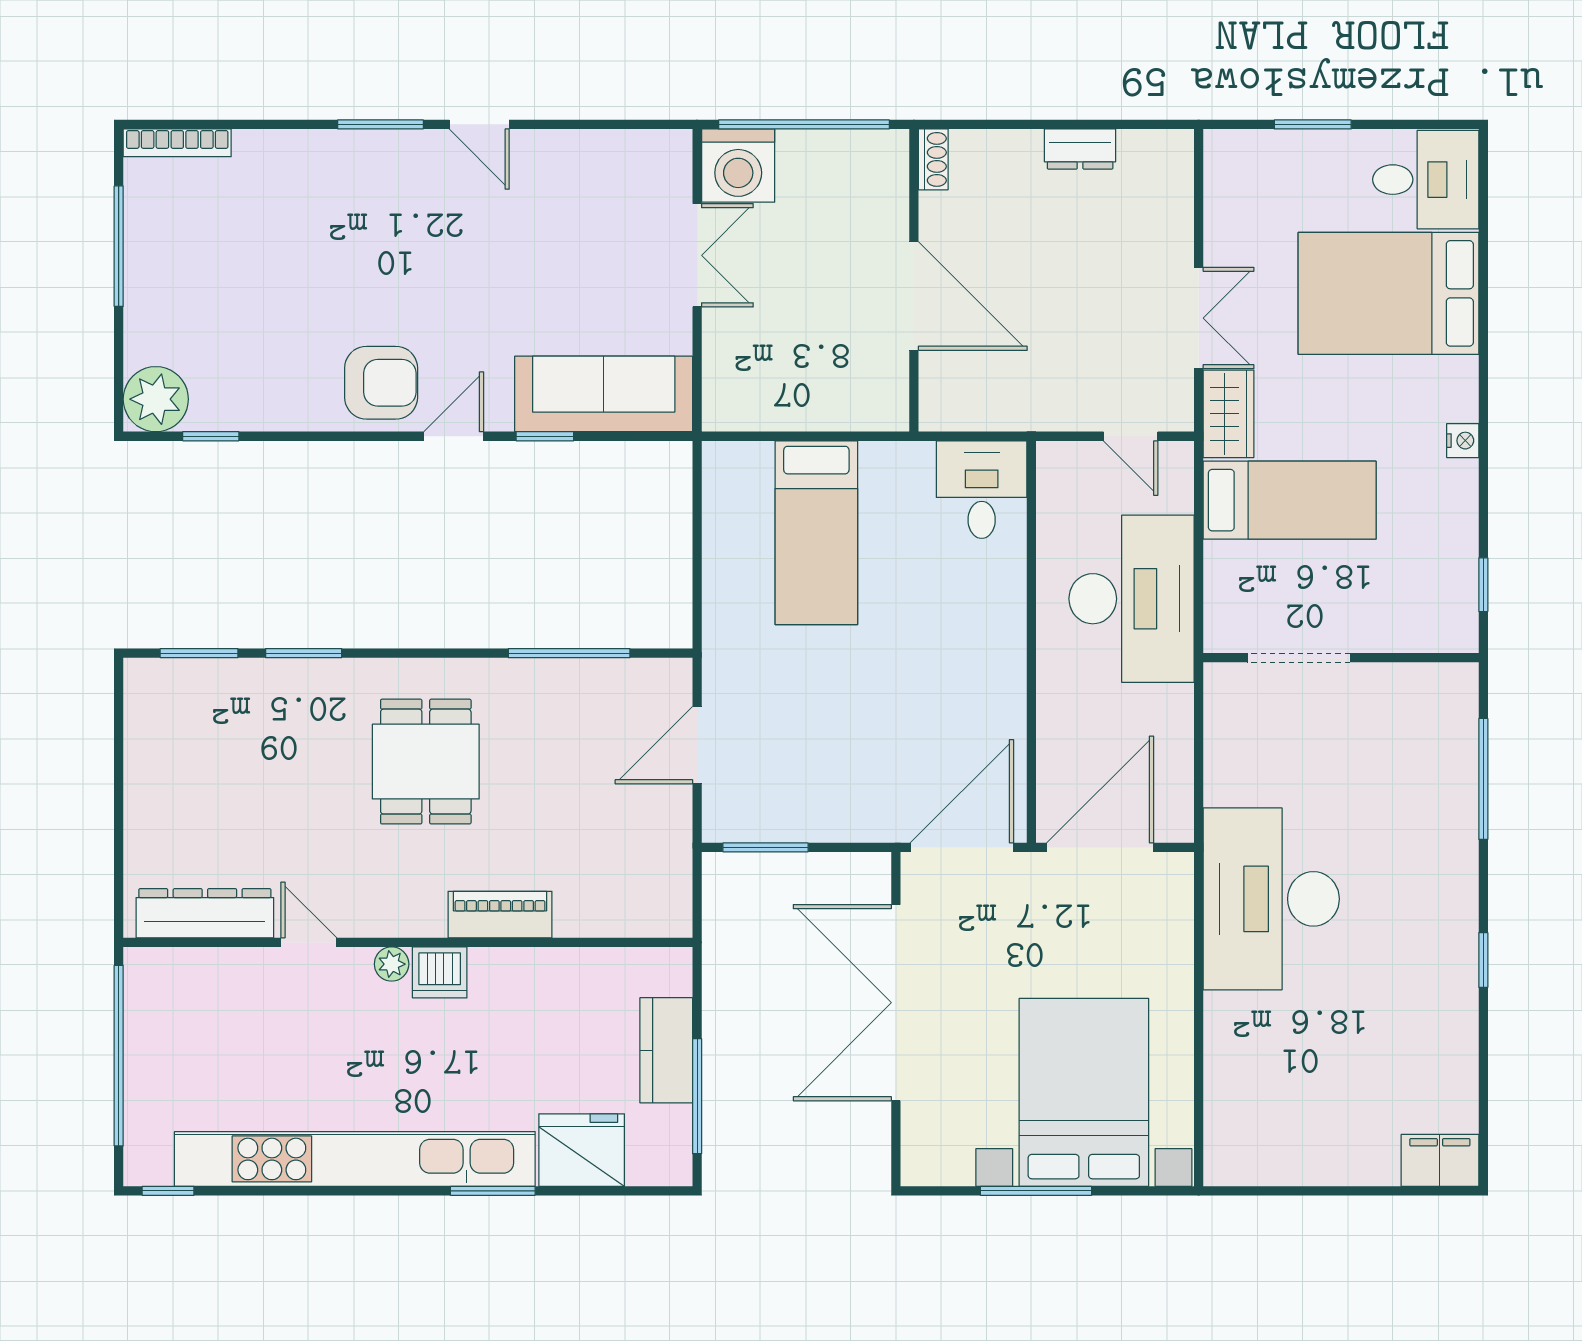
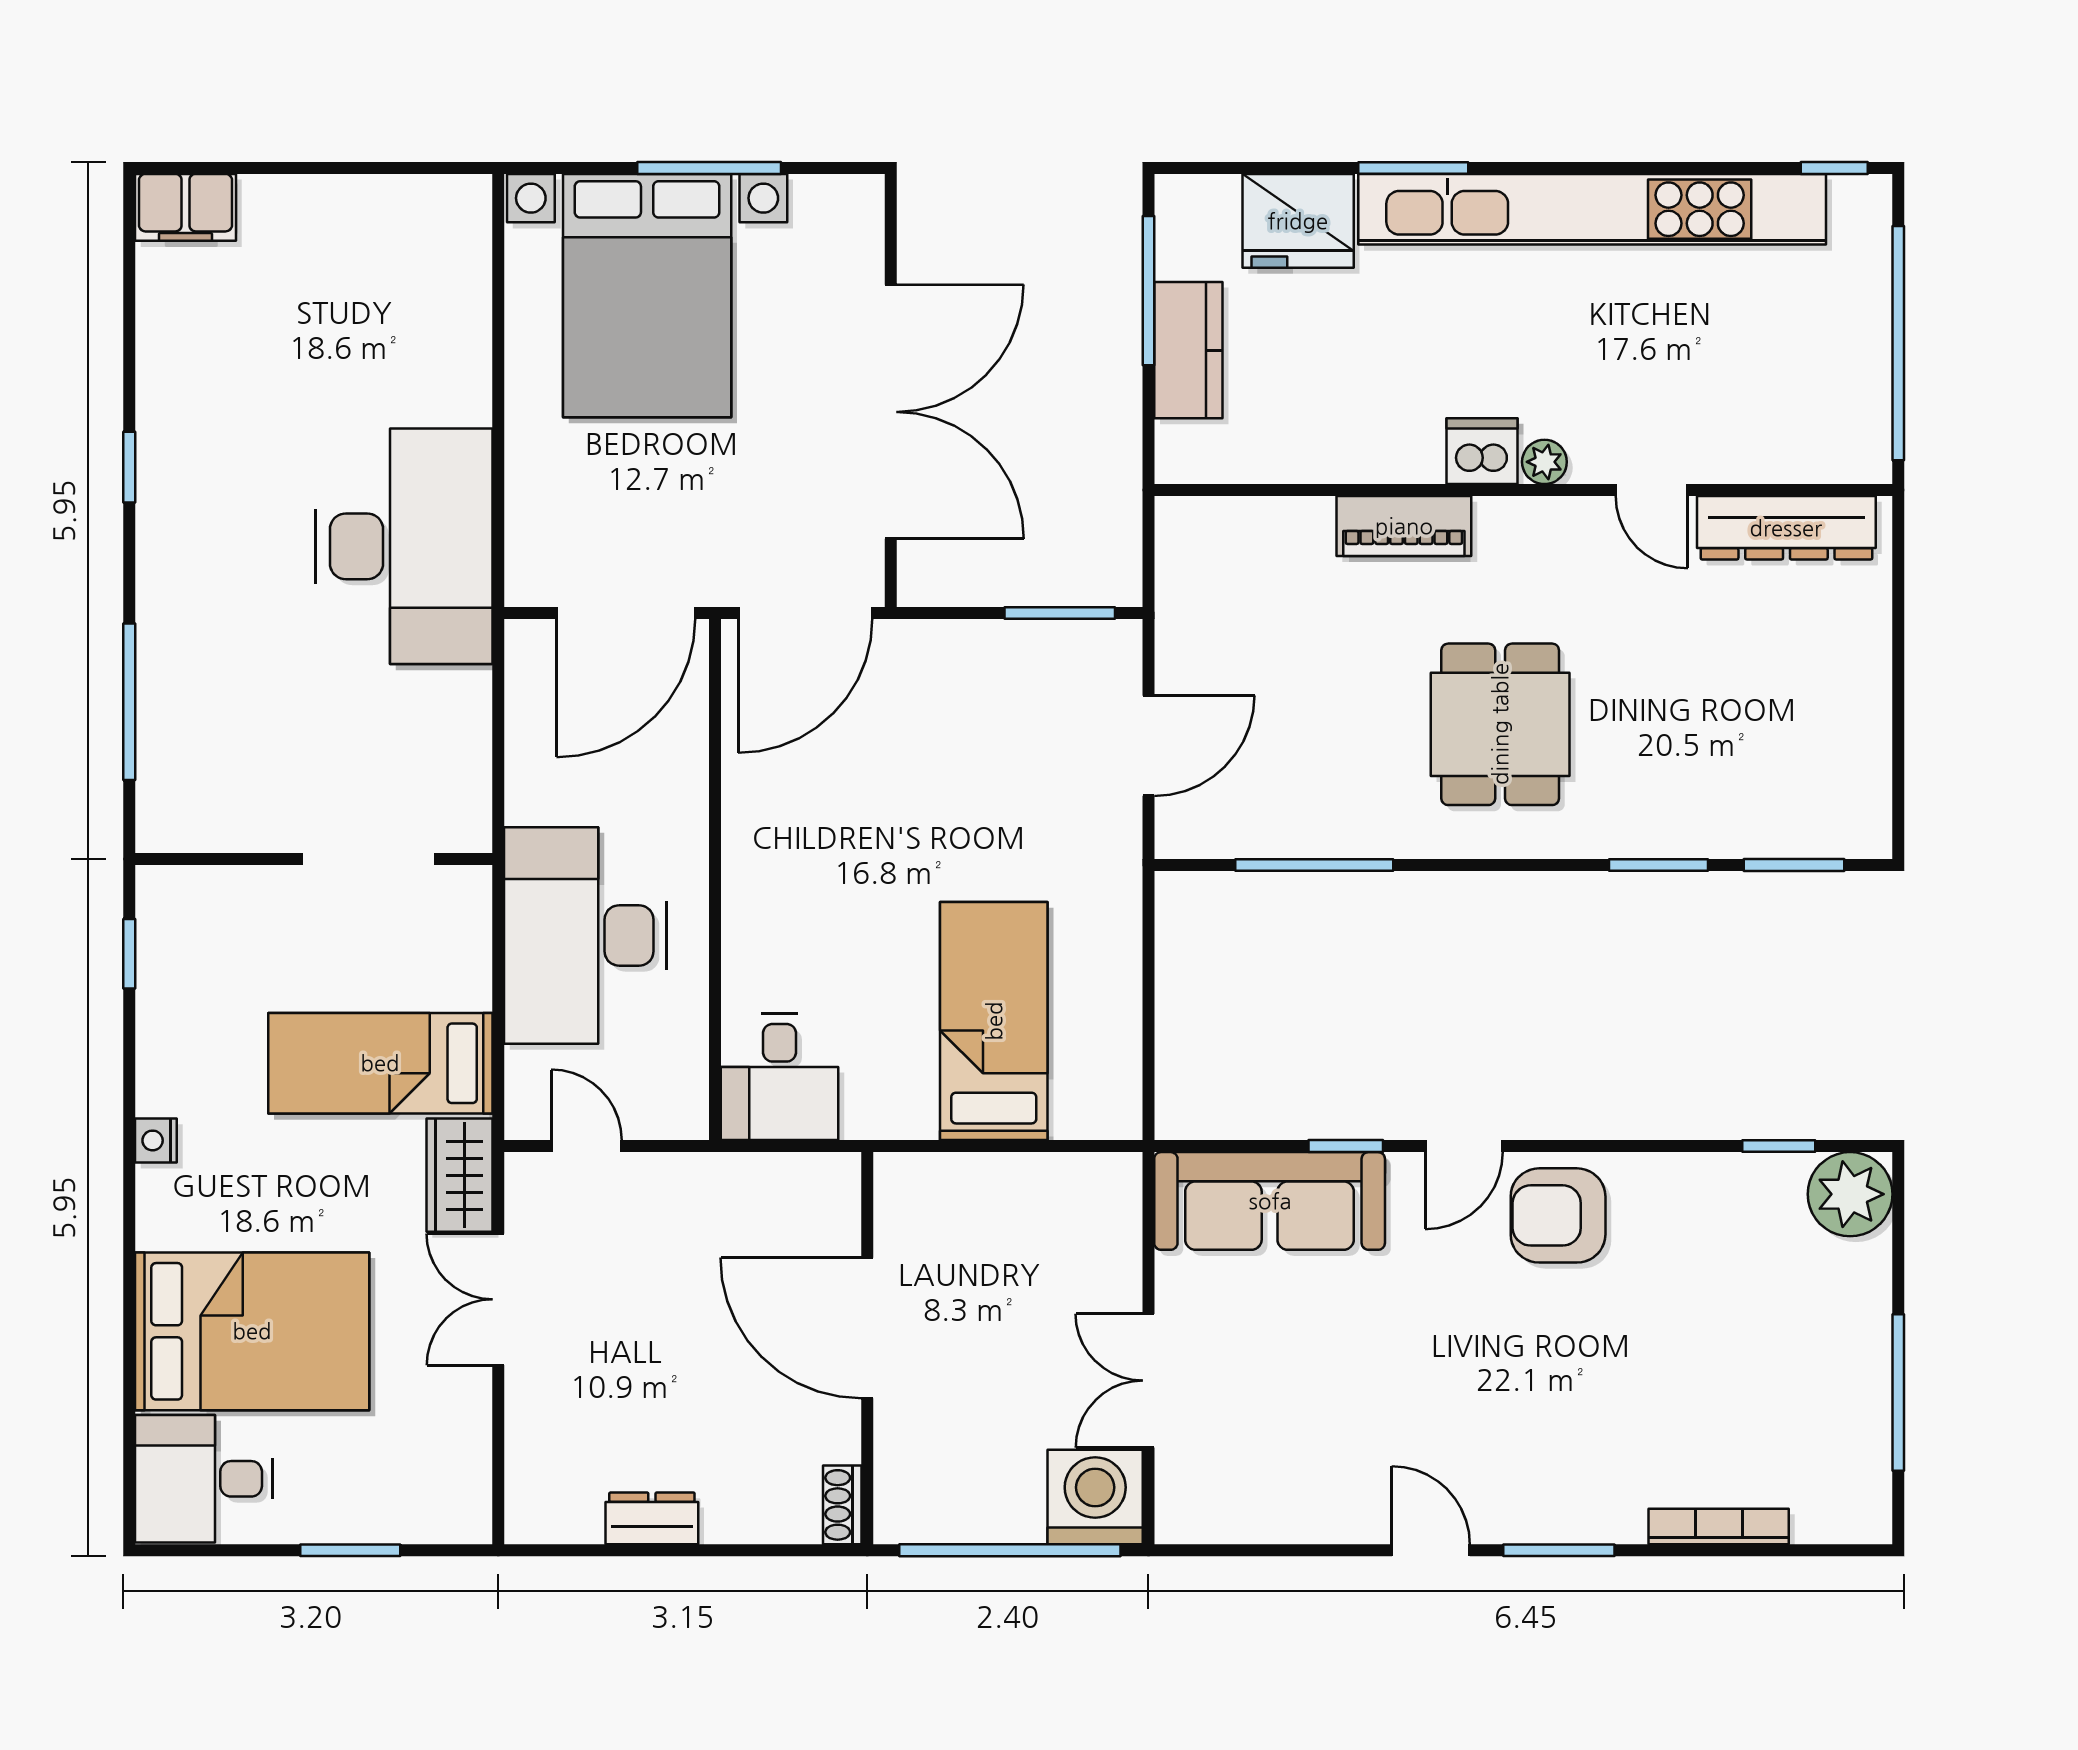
bookcase: (177, 143) -> (1719, 1526), moved

